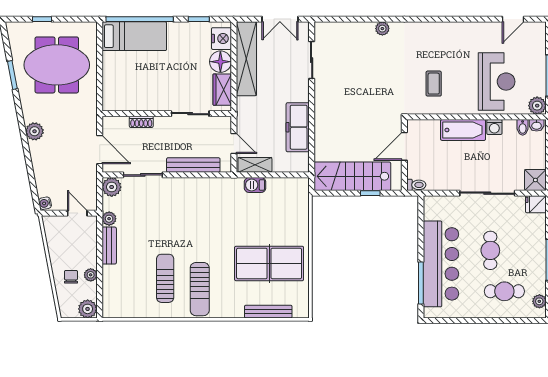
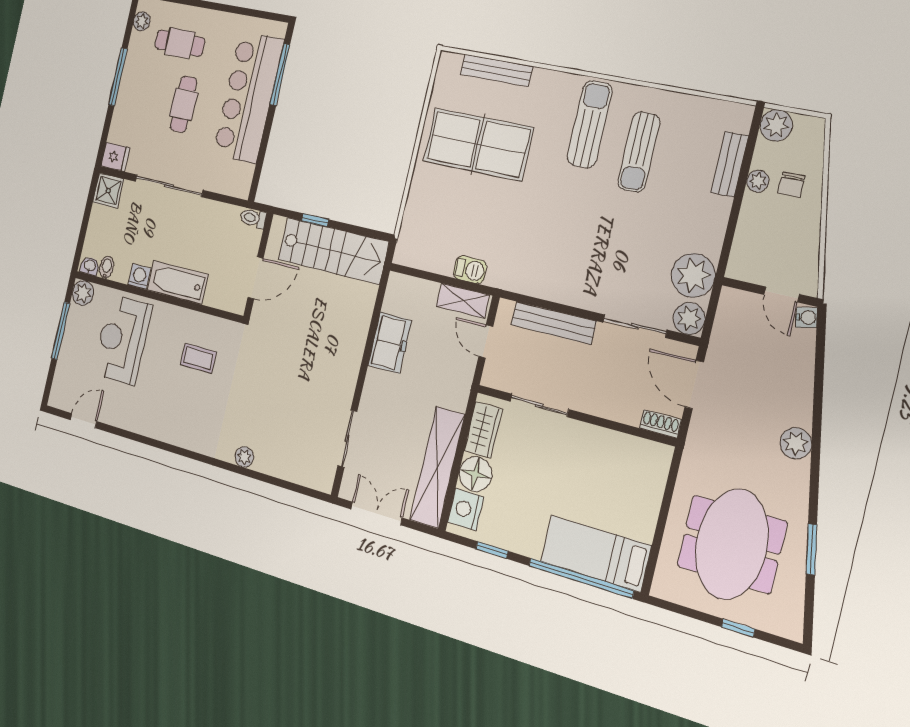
meeting table: (57, 65) -> (732, 544), turned 90
coffee table: (434, 84) -> (198, 358), turned 90
shoe rack: (141, 122) -> (660, 424), moved
freezer: (298, 127) -> (390, 343), width x0.71
door: (77, 213) -> (782, 294), moved
plant: (109, 219) -> (693, 275), width x1.87, depth x1.87
bench: (109, 246) -> (730, 164), moved

